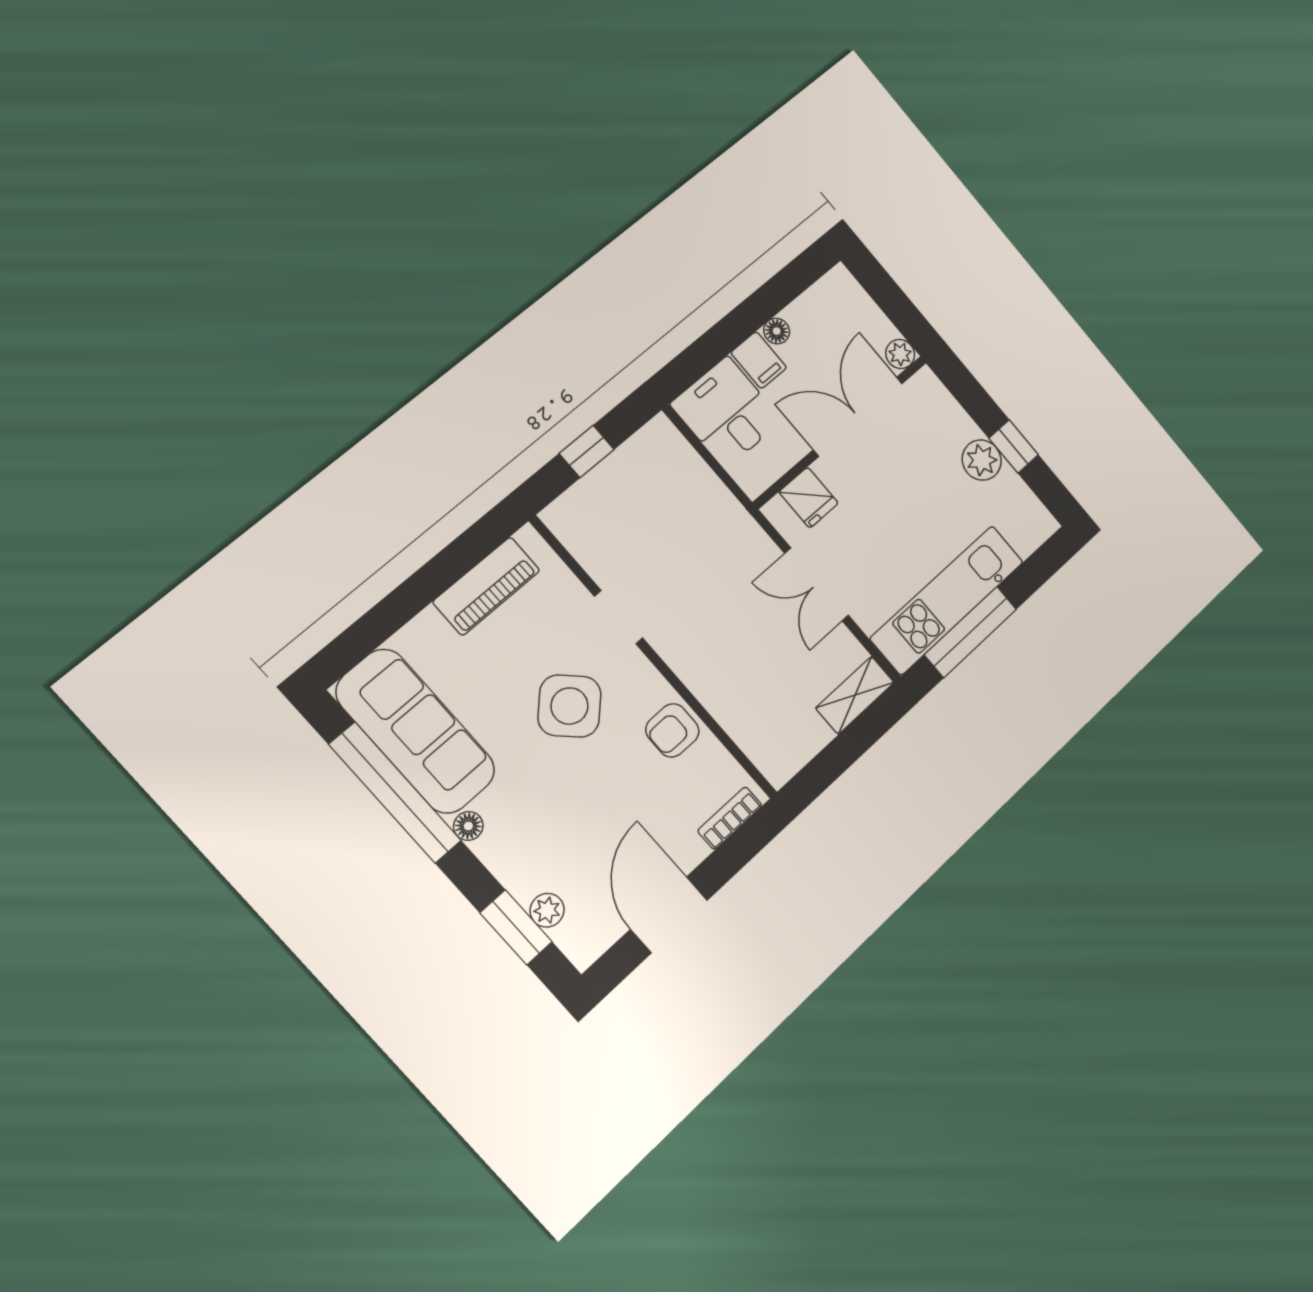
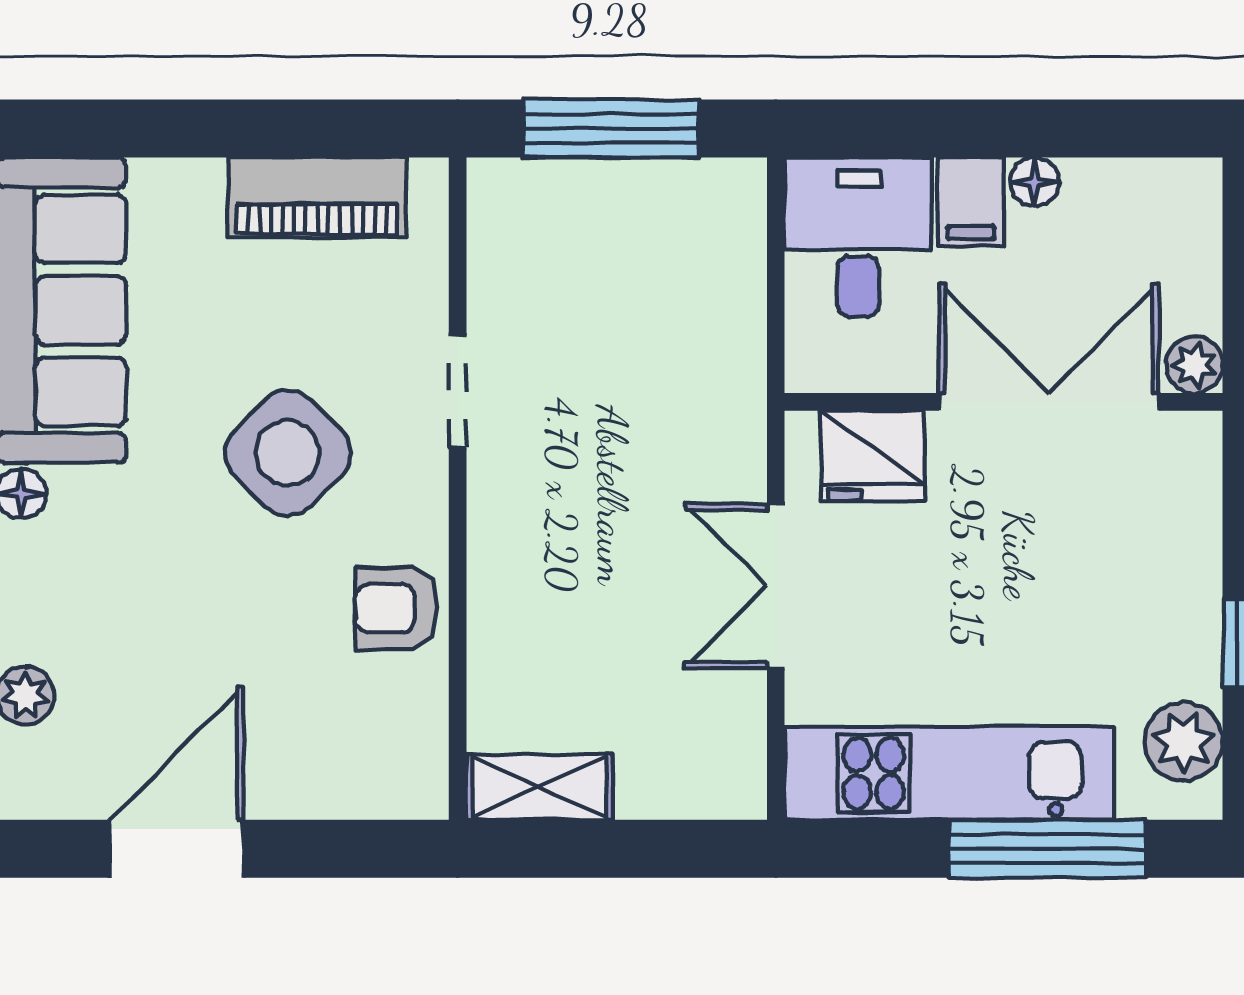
window: (587, 451) -> (611, 128), width x2.17
plant: (982, 460) -> (1184, 742), moved
fridge: (809, 498) -> (872, 455), width x1.38
window: (971, 632) -> (1048, 849), moved
shelving: (855, 695) -> (539, 787), moved
bookcase: (730, 818) -> (371, 796), removed

